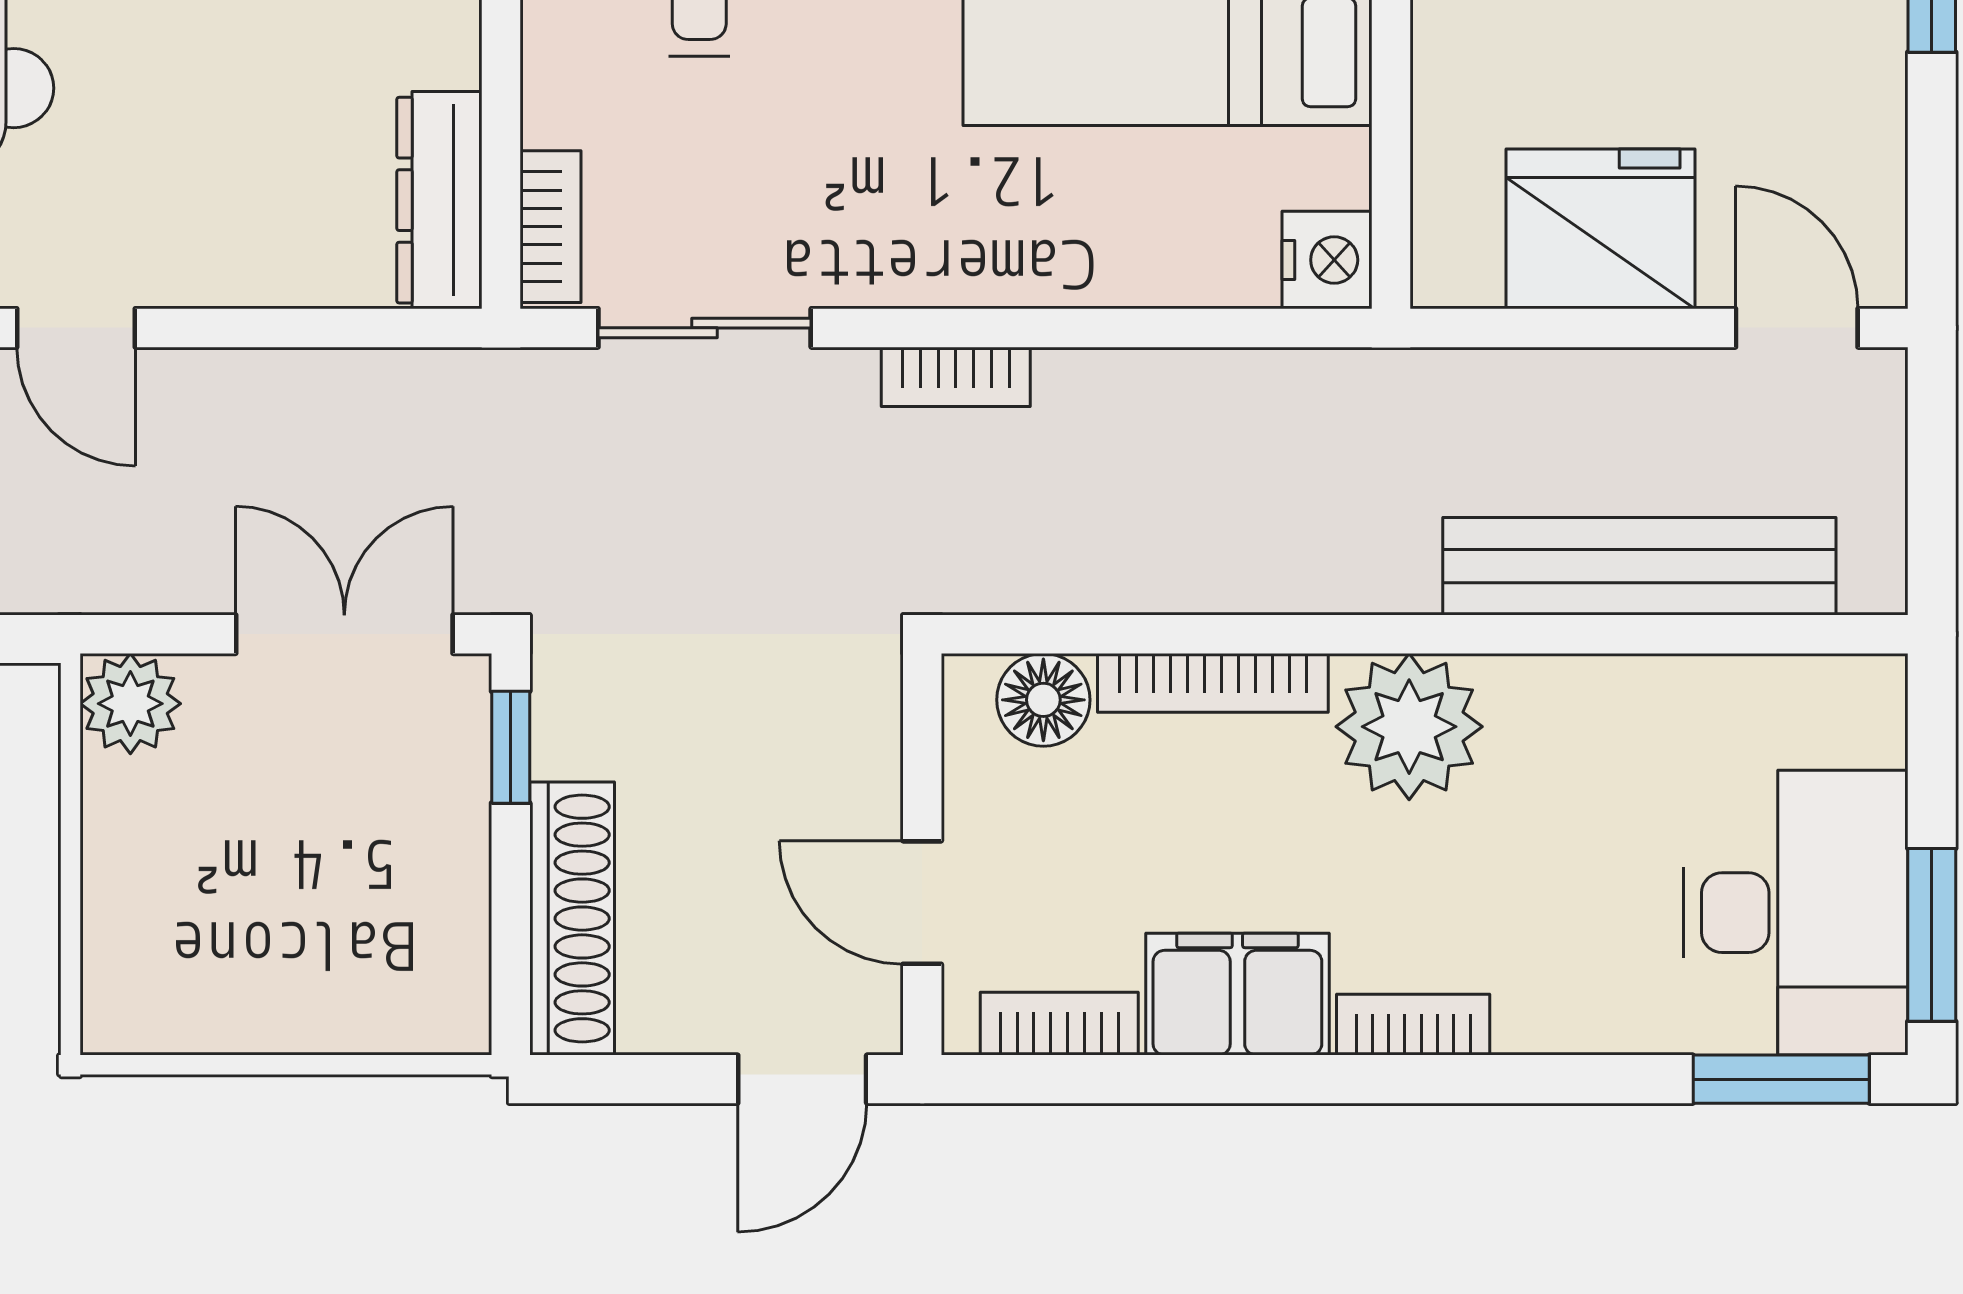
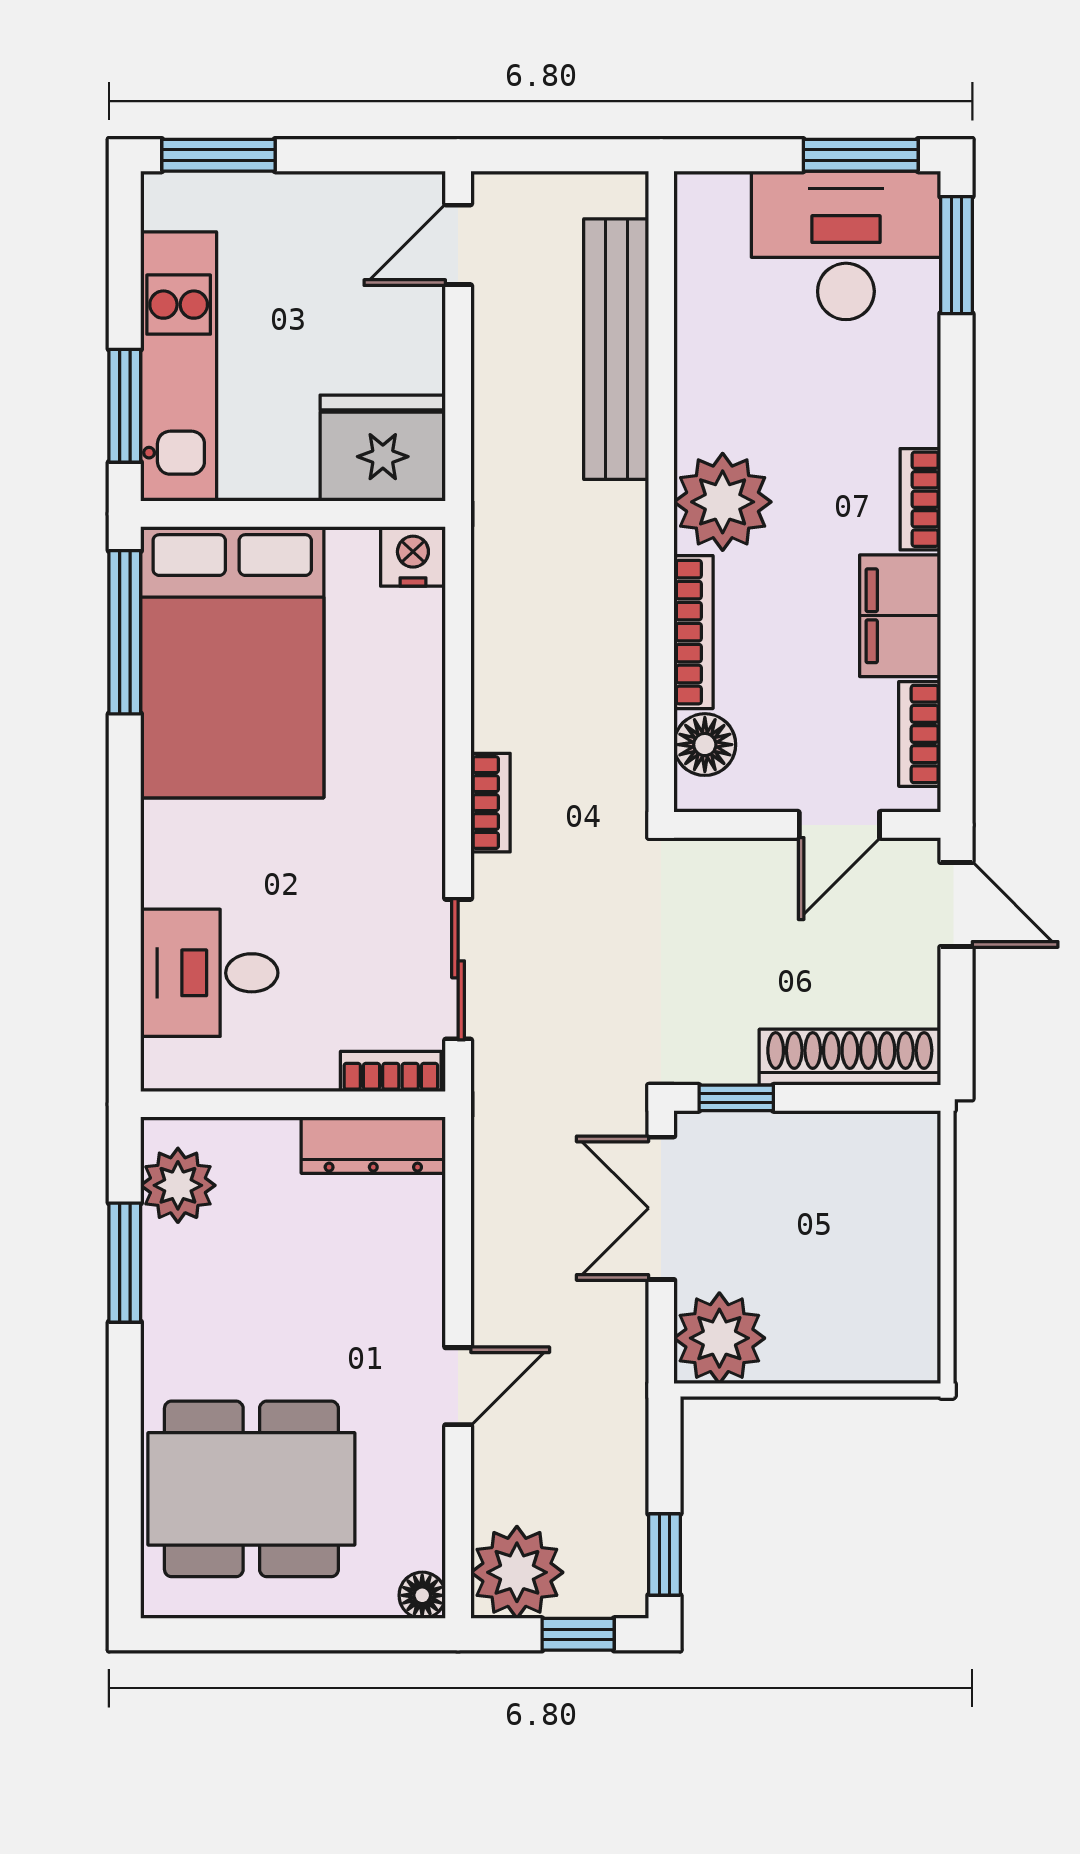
fridge: (1600, 229) -> (383, 448), moved, turned 90
plant: (130, 704) -> (719, 1338), width x1.36, depth x1.36

